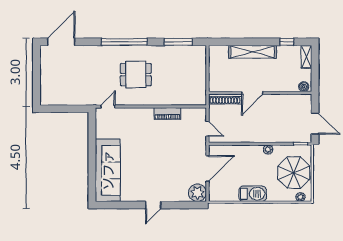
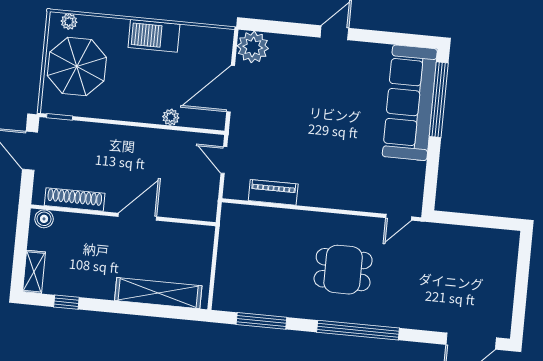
shelving: (253, 52) -> (158, 293), moved
shoe rack: (225, 99) -> (75, 199), moved
piano: (167, 114) -> (273, 192), moved
plant: (268, 150) -> (171, 117), moved
window: (92, 174) -> (439, 100), added

